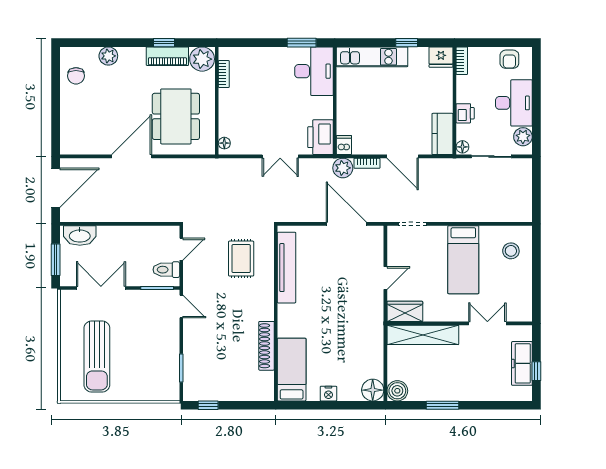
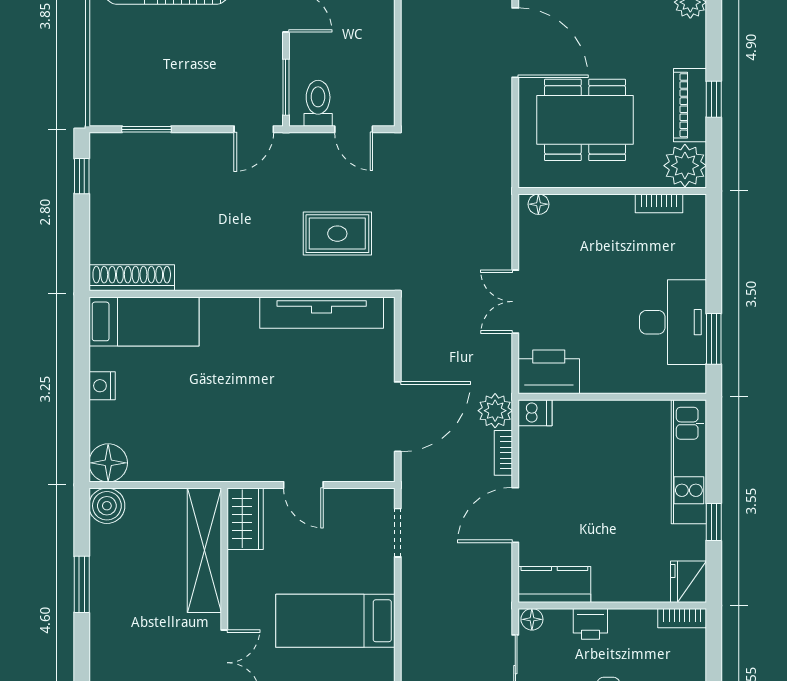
desk: (314, 71) -> (673, 322), moved, turned -90
shoe rack: (266, 346) -> (132, 278), moved

